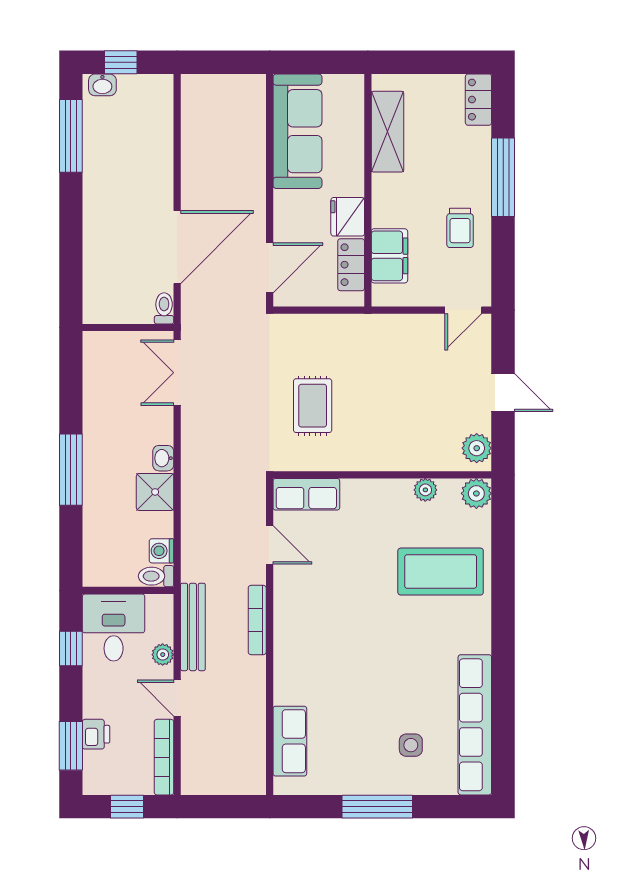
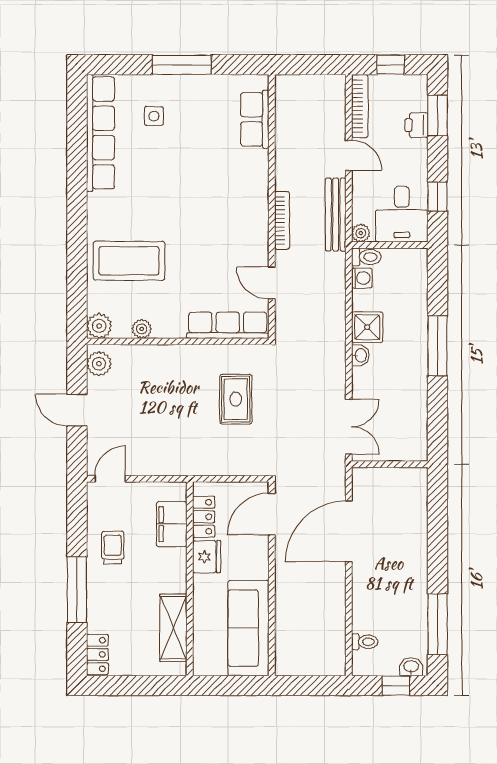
toilet: (164, 308) -> (365, 642), moved, turned -90
row of seats: (306, 494) -> (228, 325), width x1.48
plant: (163, 655) -> (361, 233), moved

